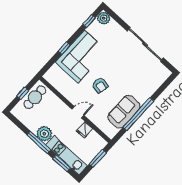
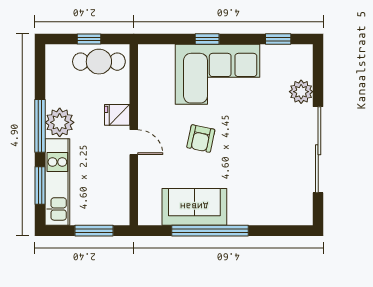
plant: (104, 18) -> (301, 92), moved
fridge: (85, 130) -> (117, 115), moved

